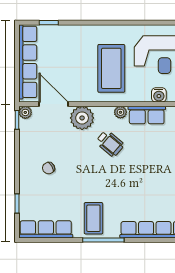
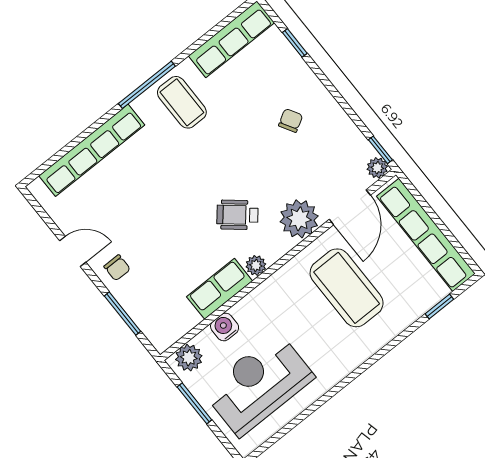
coffee table: (111, 68) -> (347, 288), moved
door: (53, 104) -> (350, 207), hinge flipped

